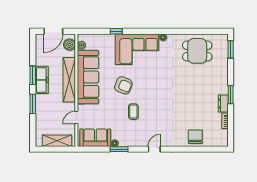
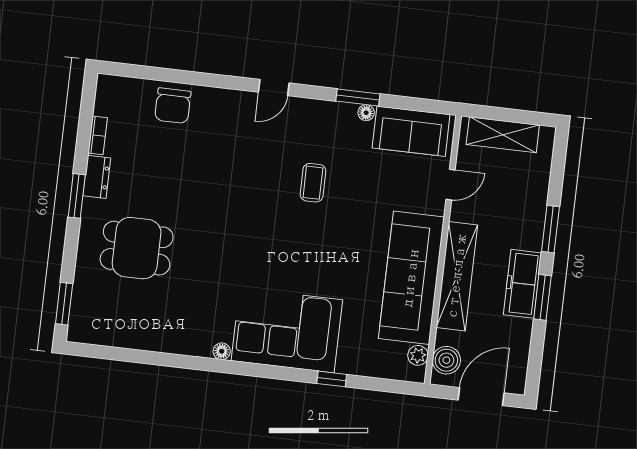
dining table: (197, 51) -> (137, 248), moved
armchair: (123, 85) -> (330, 248), removed

